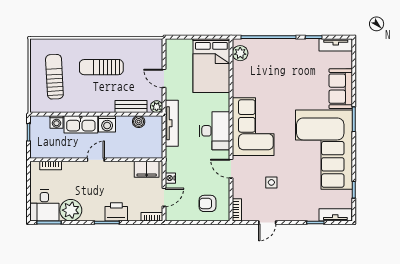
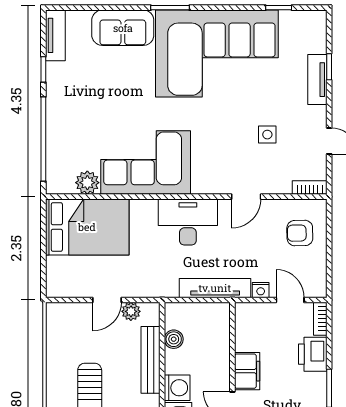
plant: (240, 53) -> (87, 183), moved
bench: (131, 107) -> (150, 360), width x1.36
plant: (157, 107) -> (131, 311), moved
tv unit: (172, 123) -> (215, 288), moved
corner sofa: (253, 127) -> (146, 163), moved
filing cabinet: (147, 169) -> (247, 371), moved
armchair: (207, 203) -> (300, 233), turned 89
printer: (116, 212) -> (313, 354), moved
tv unit: (335, 215) -> (317, 80), moved

